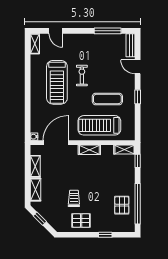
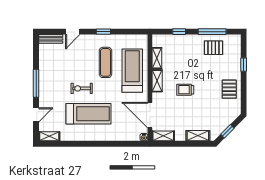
window: (108, 31) -> (36, 83), moved
treadmill: (99, 125) -> (132, 71), turned 180
shelving: (124, 149) -> (157, 58), moved
window: (138, 161) -> (179, 32), moved
shelving: (35, 166) -> (163, 136), moved
trolley: (74, 198) -> (185, 90), moved
window: (138, 204) -> (212, 32), width x0.68

